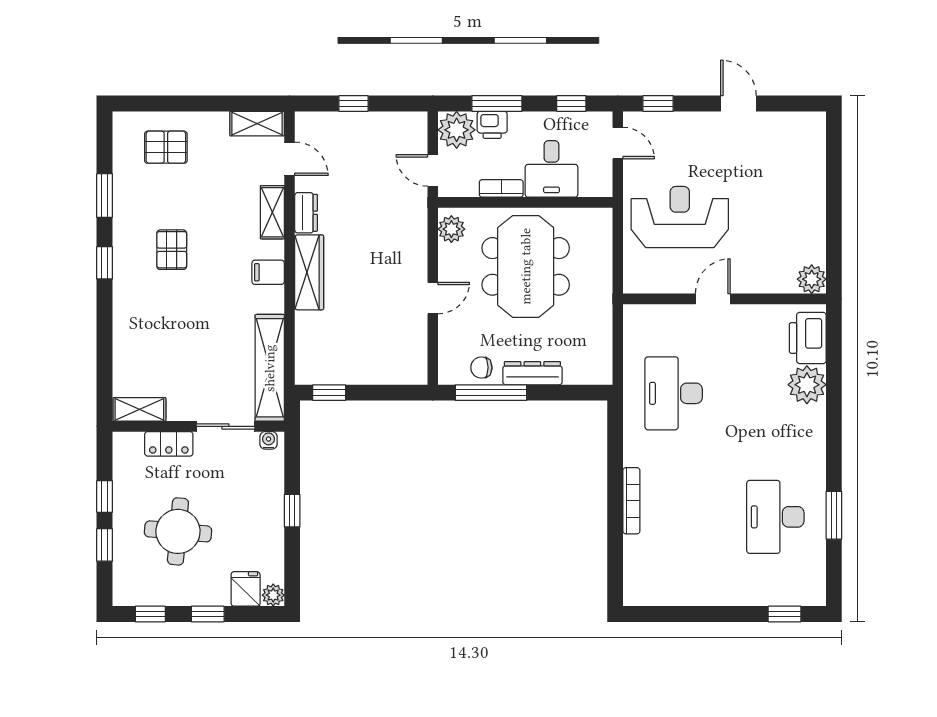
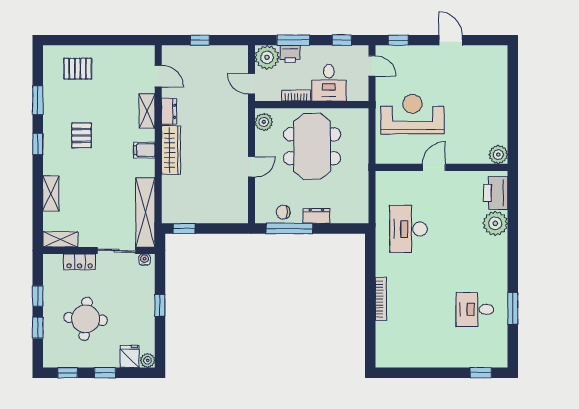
shelving: (257, 124) -> (51, 194), moved, turned 90
dresser: (532, 373) -> (316, 216), width x0.70
desk: (775, 517) -> (475, 309), width x0.73

